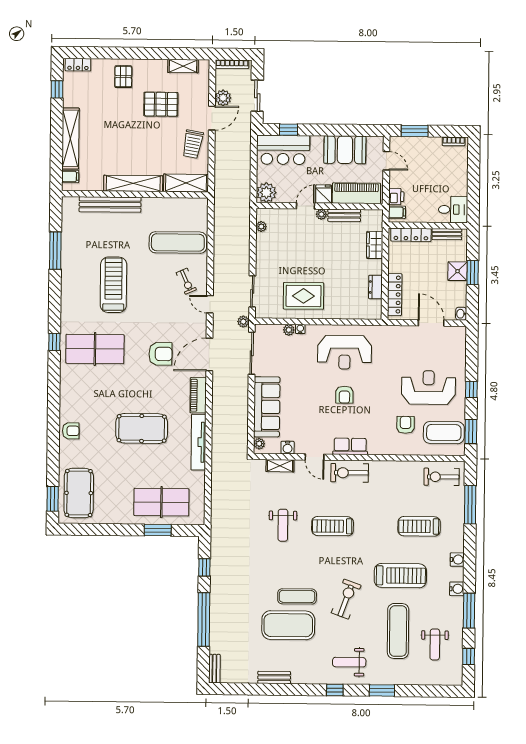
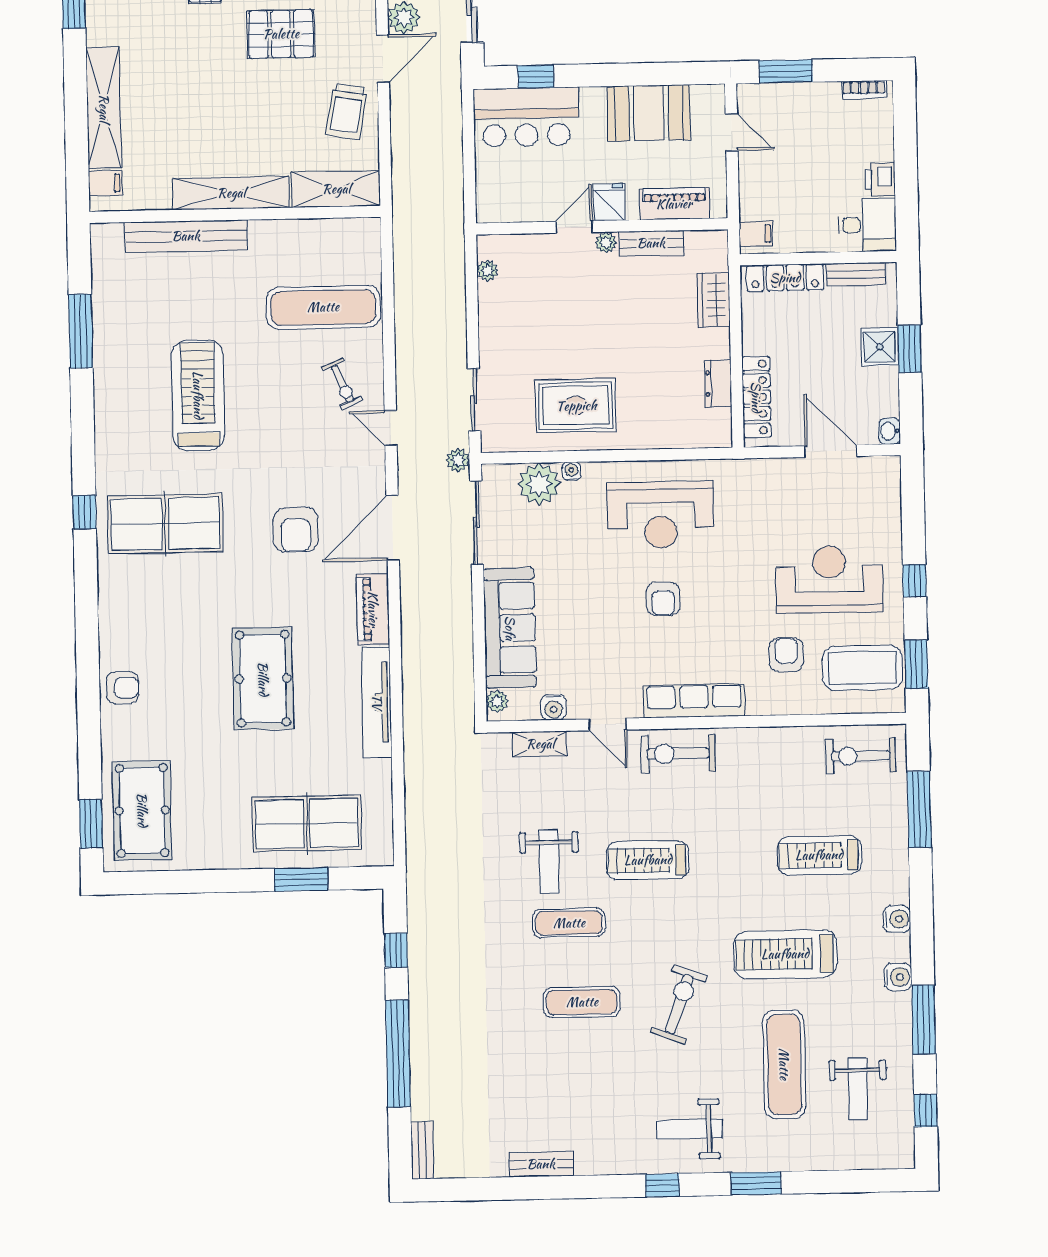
plant: (266, 193) -> (496, 203), removed
piano: (356, 193) -> (674, 204), width x0.73, depth x0.75
printer: (396, 197) -> (880, 179), moved, turned 180
plant: (289, 330) -> (539, 484), width x1.87, depth x1.87
armchair: (160, 354) -> (296, 529), turned 90
pool table: (142, 428) -> (263, 679), turned 90
row of seats: (350, 446) -> (694, 701), width x1.48
treadmill: (400, 576) -> (785, 954), turned 180
exercise mat: (288, 625) -> (569, 923), moved, width x0.50, depth x0.69

